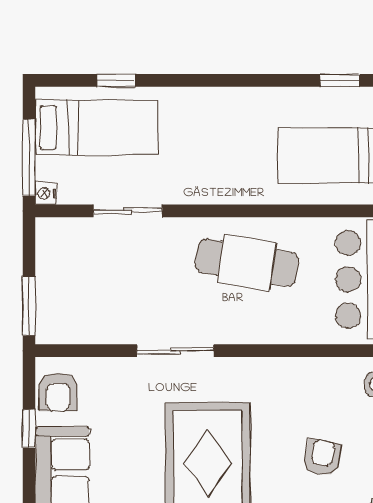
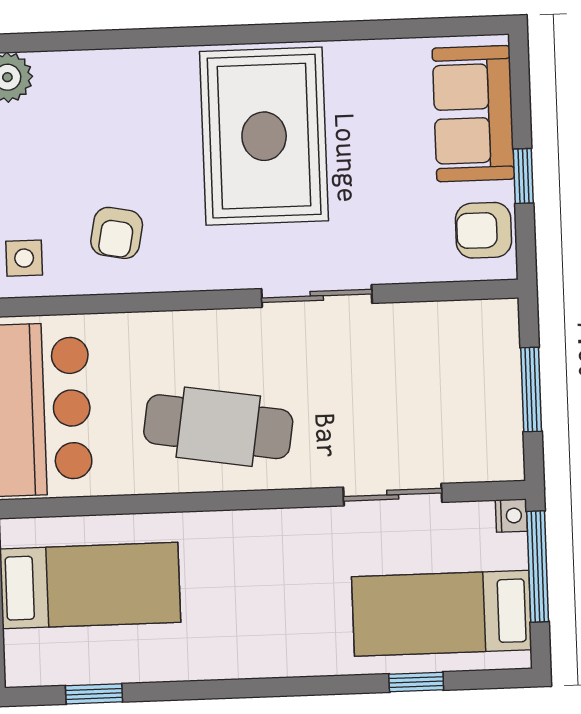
window: (29, 306) -> (531, 390), moved
armchair: (58, 392) -> (483, 230), turned -90
armchair: (322, 458) -> (117, 233), moved

